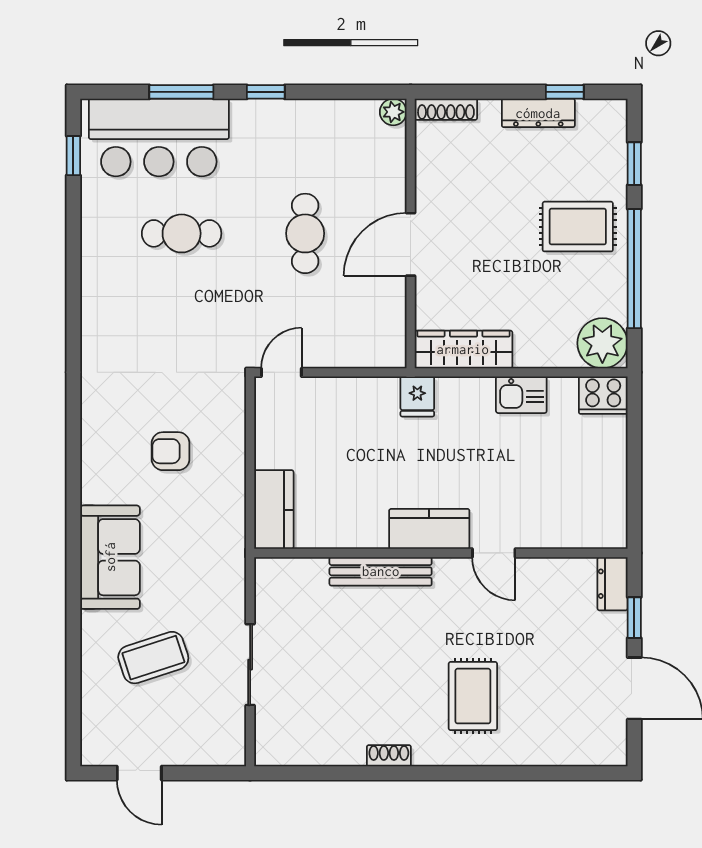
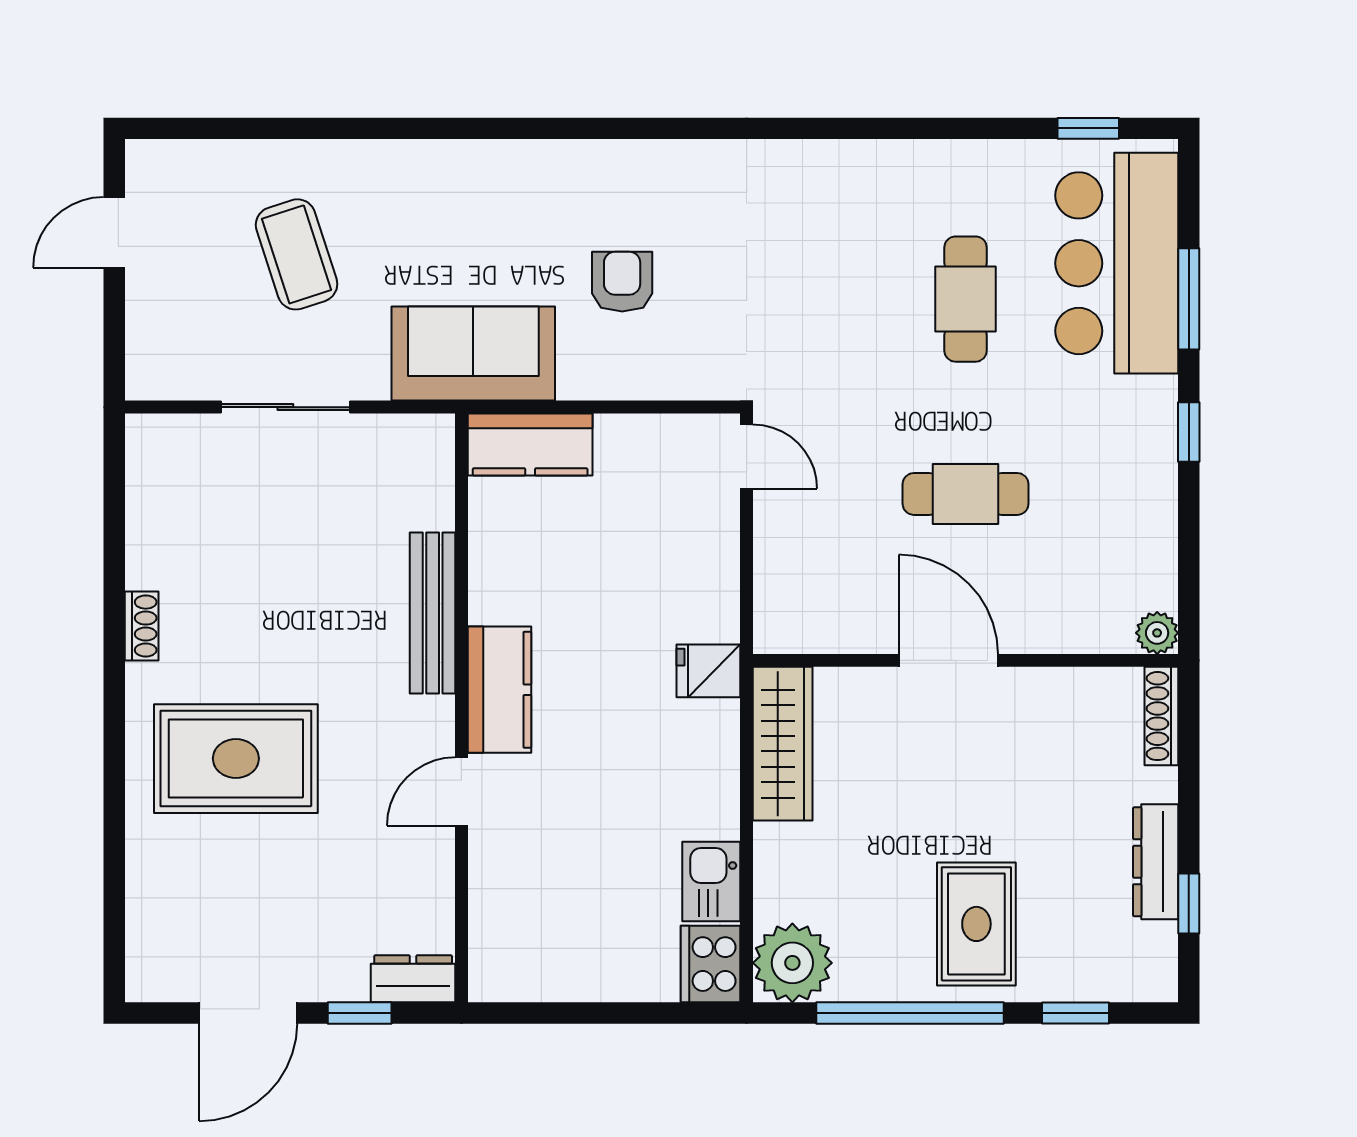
kitchen sink: (521, 395) -> (711, 881), moved
sofa: (110, 557) -> (473, 354), moved, turned 180
rug: (473, 696) -> (236, 759), width x1.36, depth x1.43

